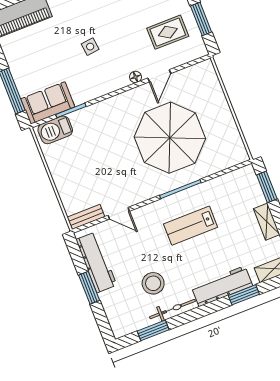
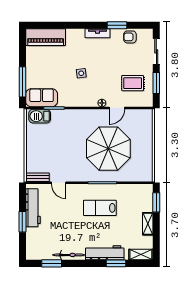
stool: (153, 283) -> (63, 234), removed

